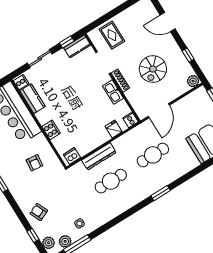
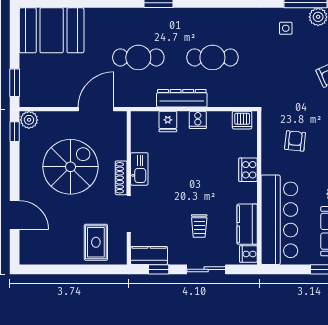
window: (188, 55) -> (15, 132), moved
spiral stairs: (153, 69) -> (70, 167), width x1.37, depth x1.37
trolley: (59, 81) -> (199, 226), added
cooker: (131, 120) -> (198, 120), moved
dresser: (99, 156) -> (182, 98), moved

